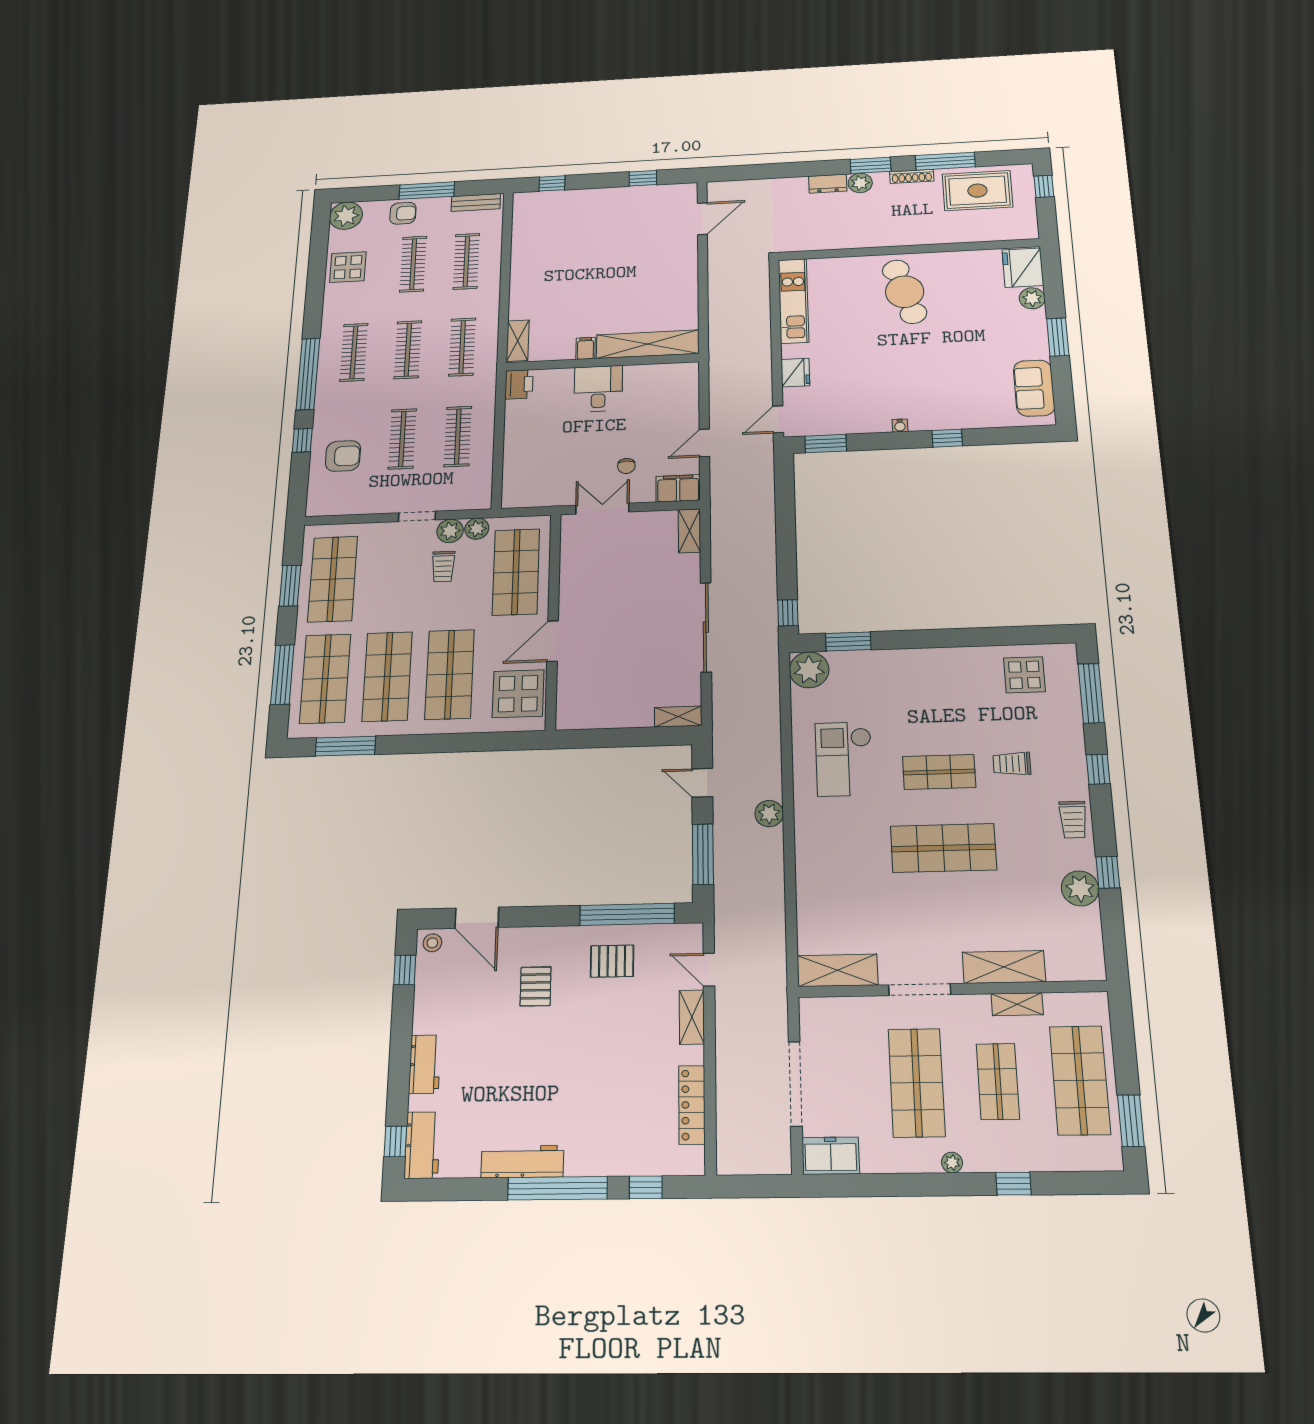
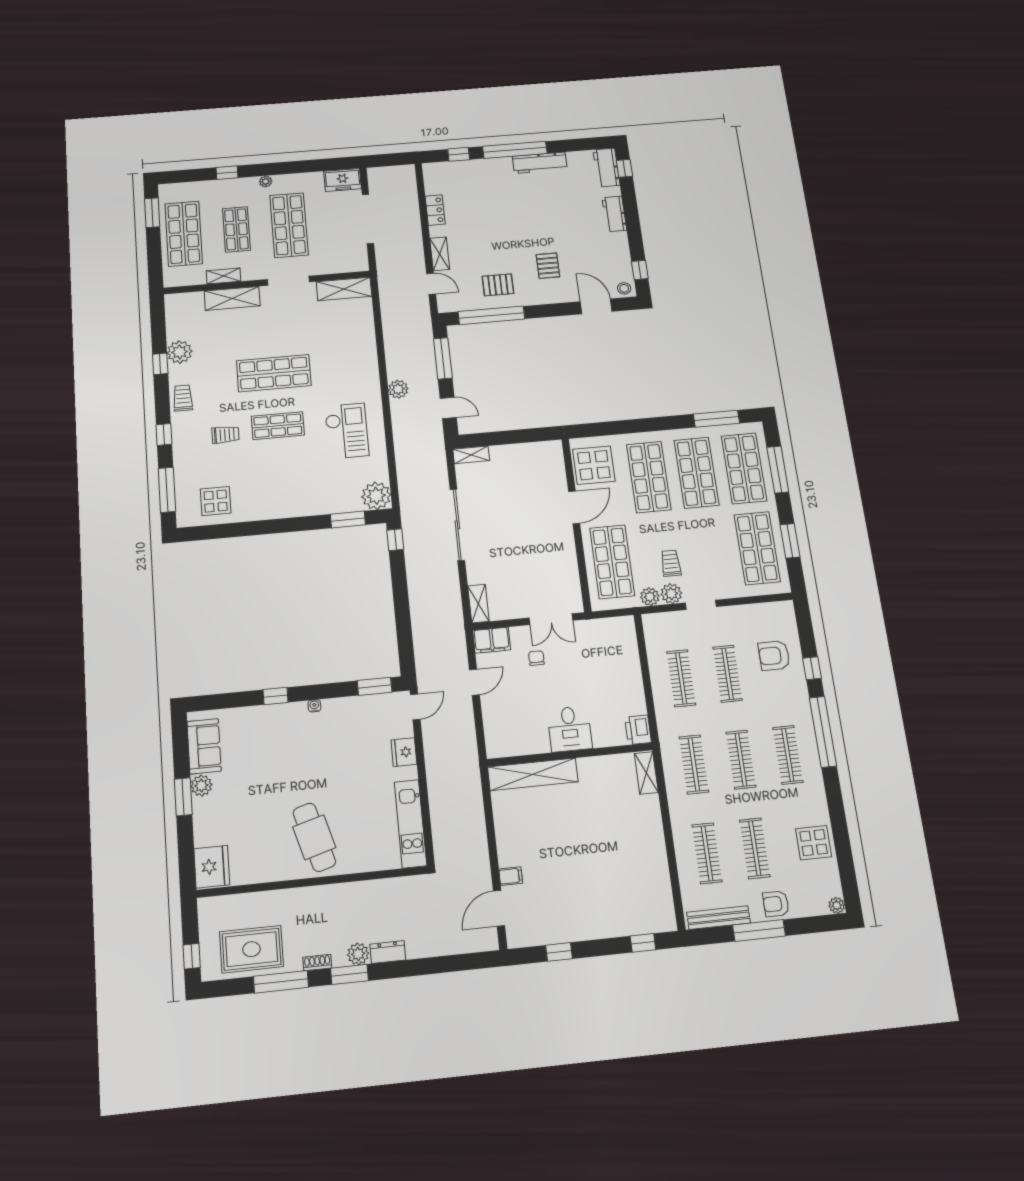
shoe rack: (912, 176) -> (317, 963), width x0.70
bench: (476, 203) -> (718, 918), width x1.36
plant: (346, 216) -> (837, 905), width x0.53, depth x0.53
plant: (1032, 298) -> (201, 786), moved
filing cabinet: (585, 348) -> (511, 876), moved, turned -90
locker: (692, 1105) -> (435, 210), width x0.66

